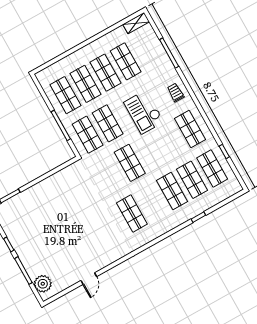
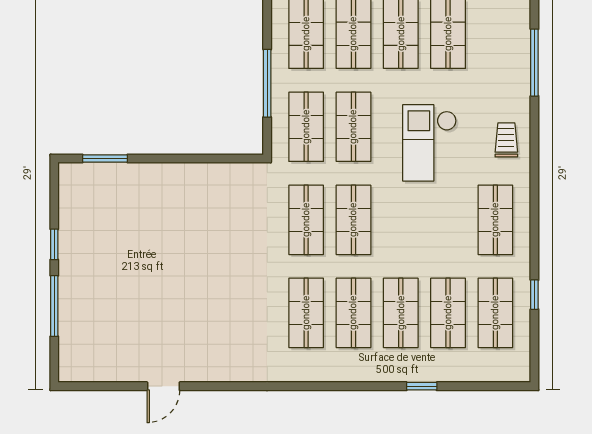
shop shelf: (110, 174) -> (306, 220), added
shop shelf: (152, 202) -> (353, 313), added
plant: (43, 284) -> (76, 349), removed

